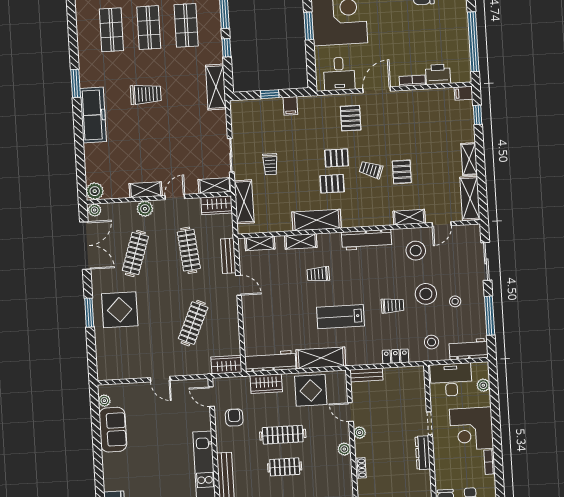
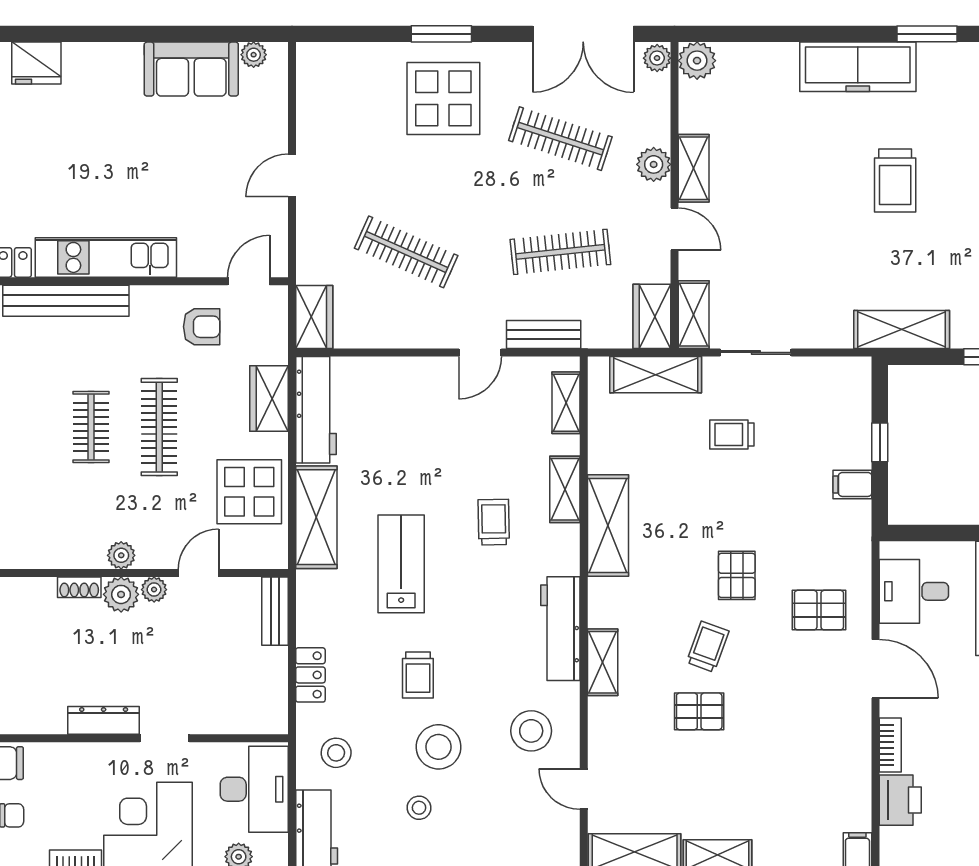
pallet: (332, 184) -> (683, 563), removed
shelving: (409, 217) -> (603, 662), moved
plant: (363, 448) -> (121, 594), added

